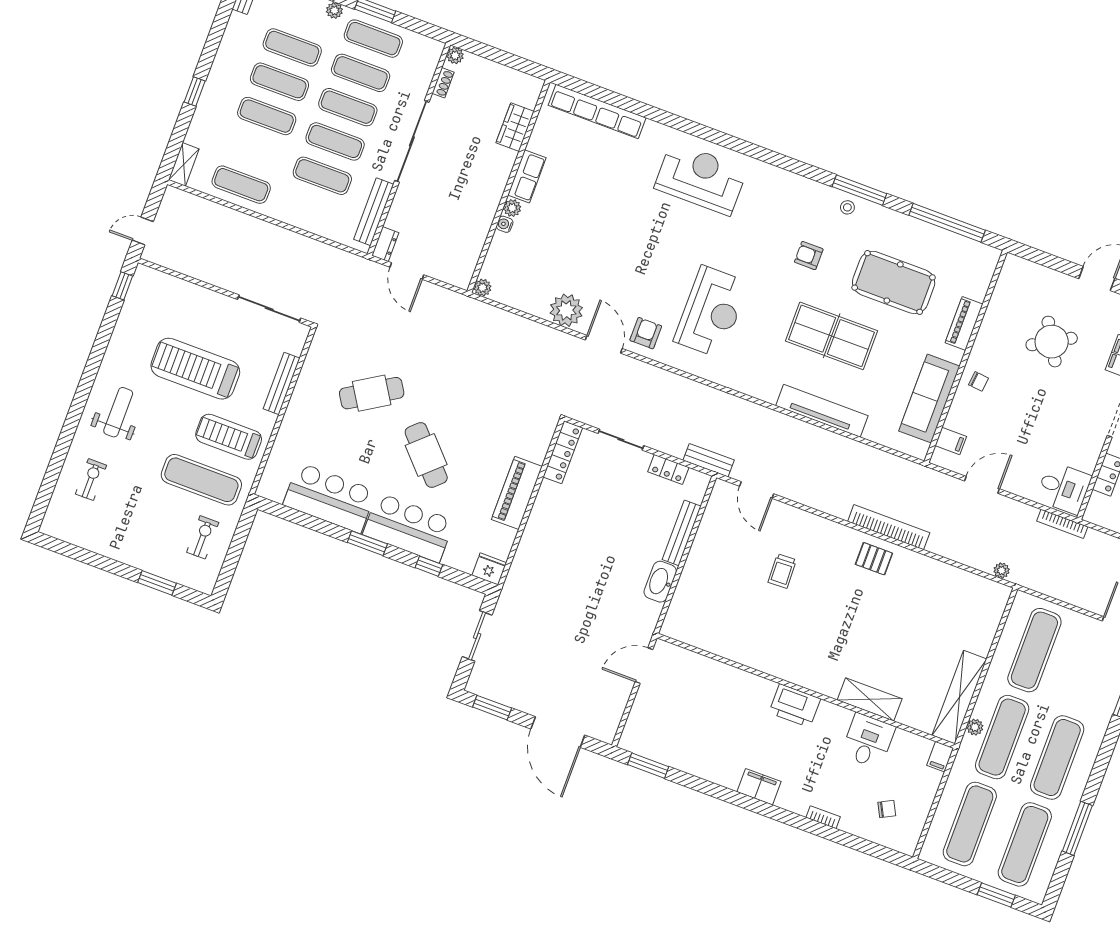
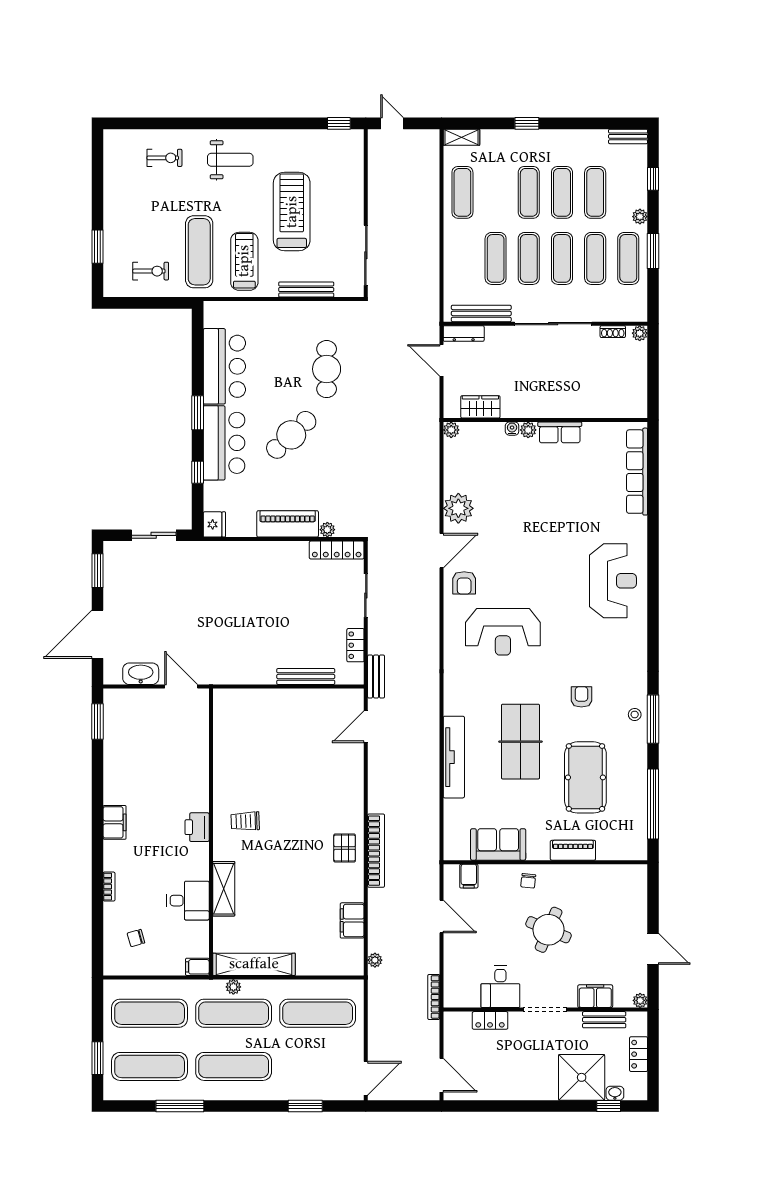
wardrobe: (515, 127) -> (480, 407), moved
dresser: (385, 244) -> (464, 334), width x1.44
door: (407, 271) -> (441, 360), hinge flipped
armchair: (646, 333) -> (464, 583), turned 90
round table: (1052, 342) -> (549, 930), moved, turned -37
cafe table: (372, 393) -> (327, 369), turned 32
sofa: (929, 399) -> (498, 844), width x0.73
plant: (538, 454) -> (327, 530), added
desk: (1064, 488) -> (500, 987), moved
trolley: (782, 571) -> (245, 821), moved
filing cabinet: (952, 579) -> (352, 920), added
washbasin: (660, 582) -> (141, 674), moved
printer: (795, 706) -> (197, 827), width x0.73, depth x0.84
chair: (887, 809) -> (136, 938), turned 102

